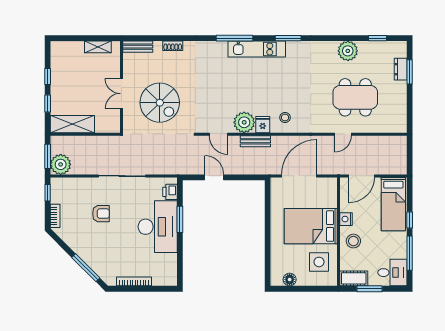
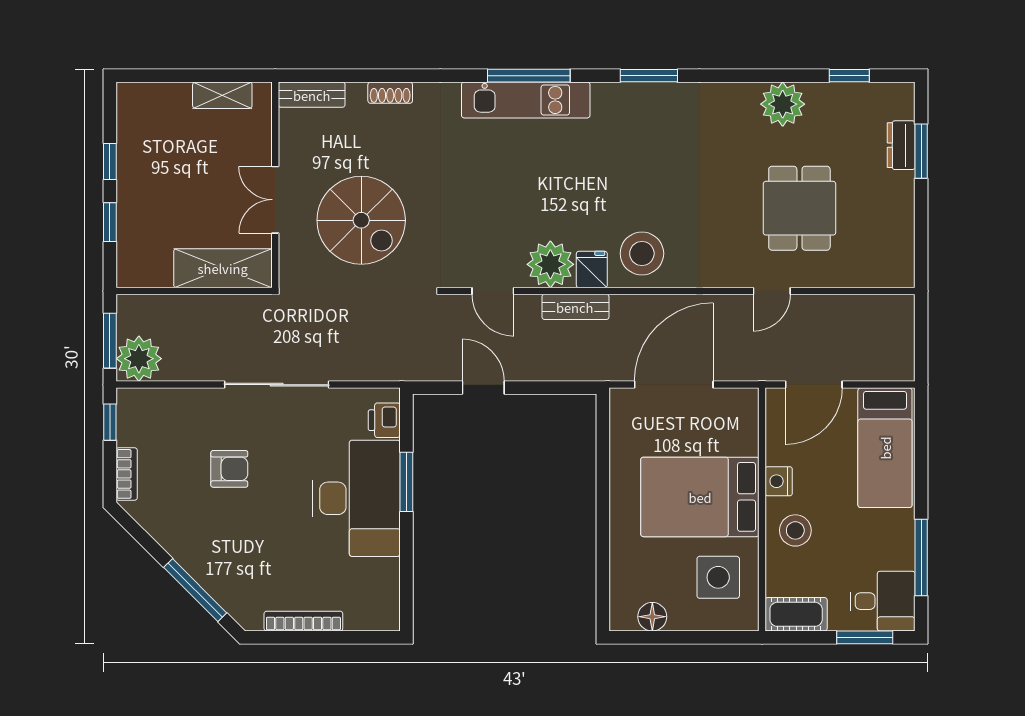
kitchen unit: (257, 49) -> (526, 100), moved
dining table: (355, 97) -> (799, 208), width x0.73
stool: (285, 117) -> (642, 253), width x1.89, depth x1.89
shelving: (72, 124) -> (223, 268), moved
window: (410, 220) -> (921, 483), removed
window: (369, 289) -> (865, 637), moved

